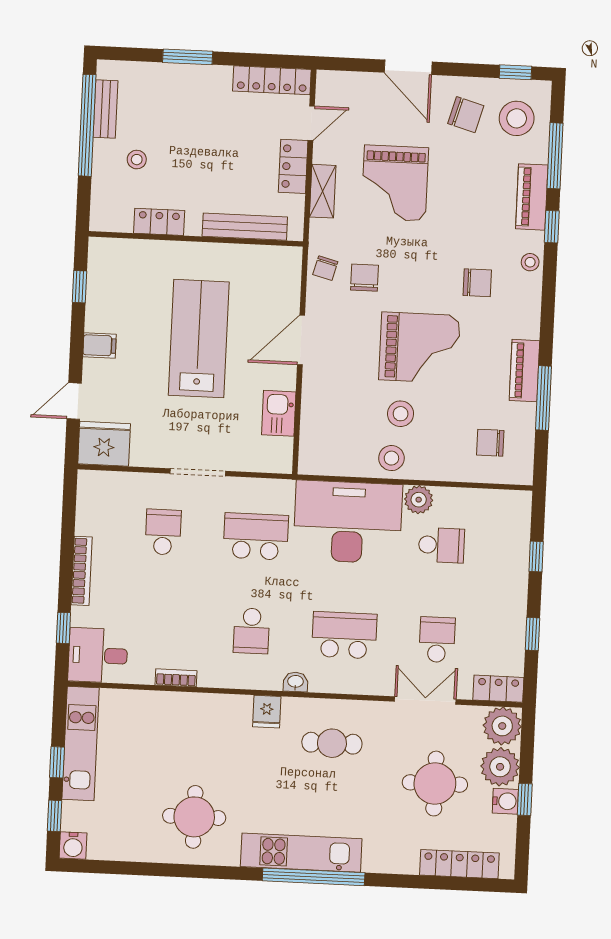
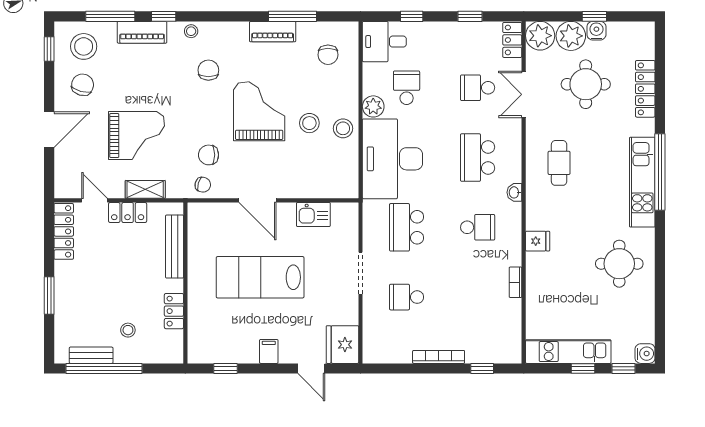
desk: (98, 655) -> (384, 42), moved, turned 90
fridge: (267, 712) -> (538, 241), moved
locker: (459, 864) -> (645, 89), moved

